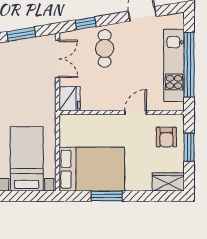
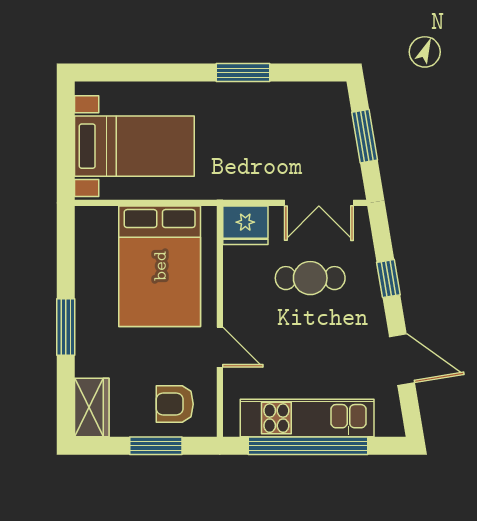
window: (86, 23) -> (388, 279), moved
cafe table: (105, 48) -> (310, 278), moved
bed: (92, 169) -> (160, 266), moved
window: (107, 196) -> (66, 327), moved

